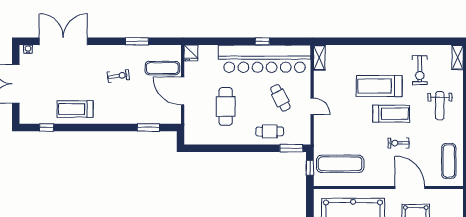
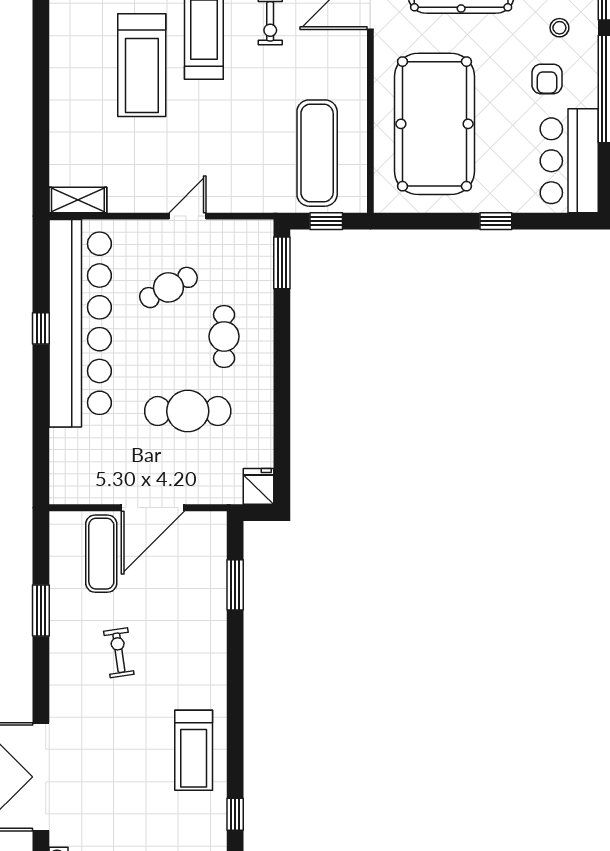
fridge: (191, 53) -> (258, 486), moved, turned -90
cafe table: (270, 131) -> (224, 336), moved

